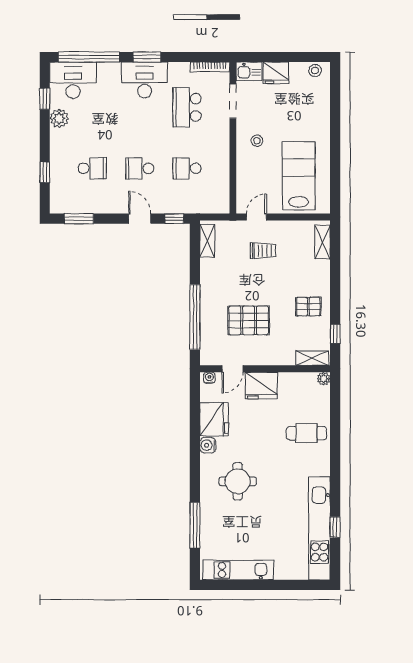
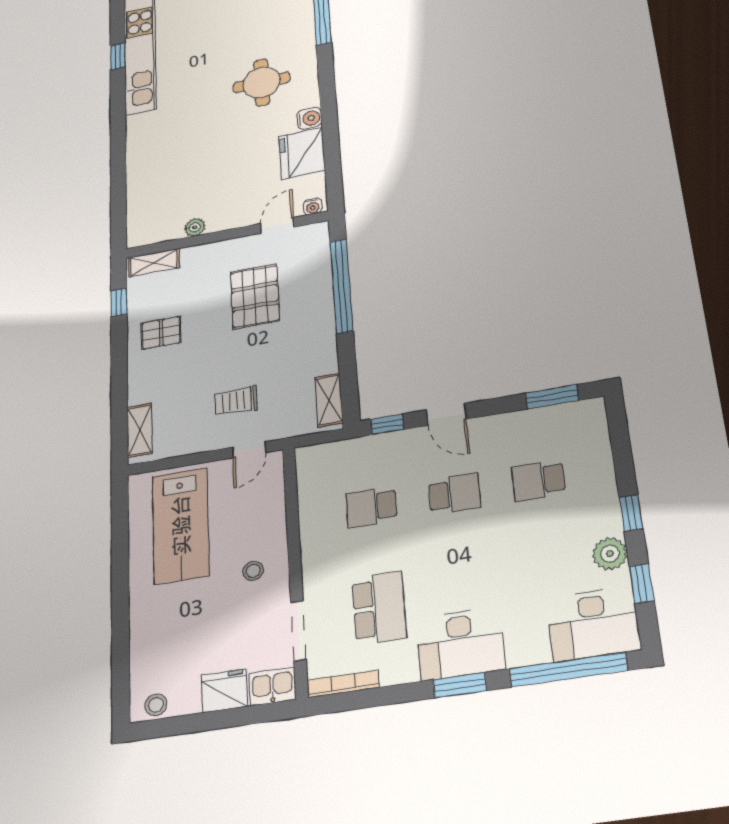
school desk: (187, 168) -> (371, 507), turned 180
window: (45, 172) -> (631, 513), moved
pallet: (249, 320) -> (255, 296), turned 90
plant: (324, 379) -> (195, 227), moved
fridge: (261, 386) -> (231, 211), removed
cafe table: (306, 433) -> (161, 163), removed

